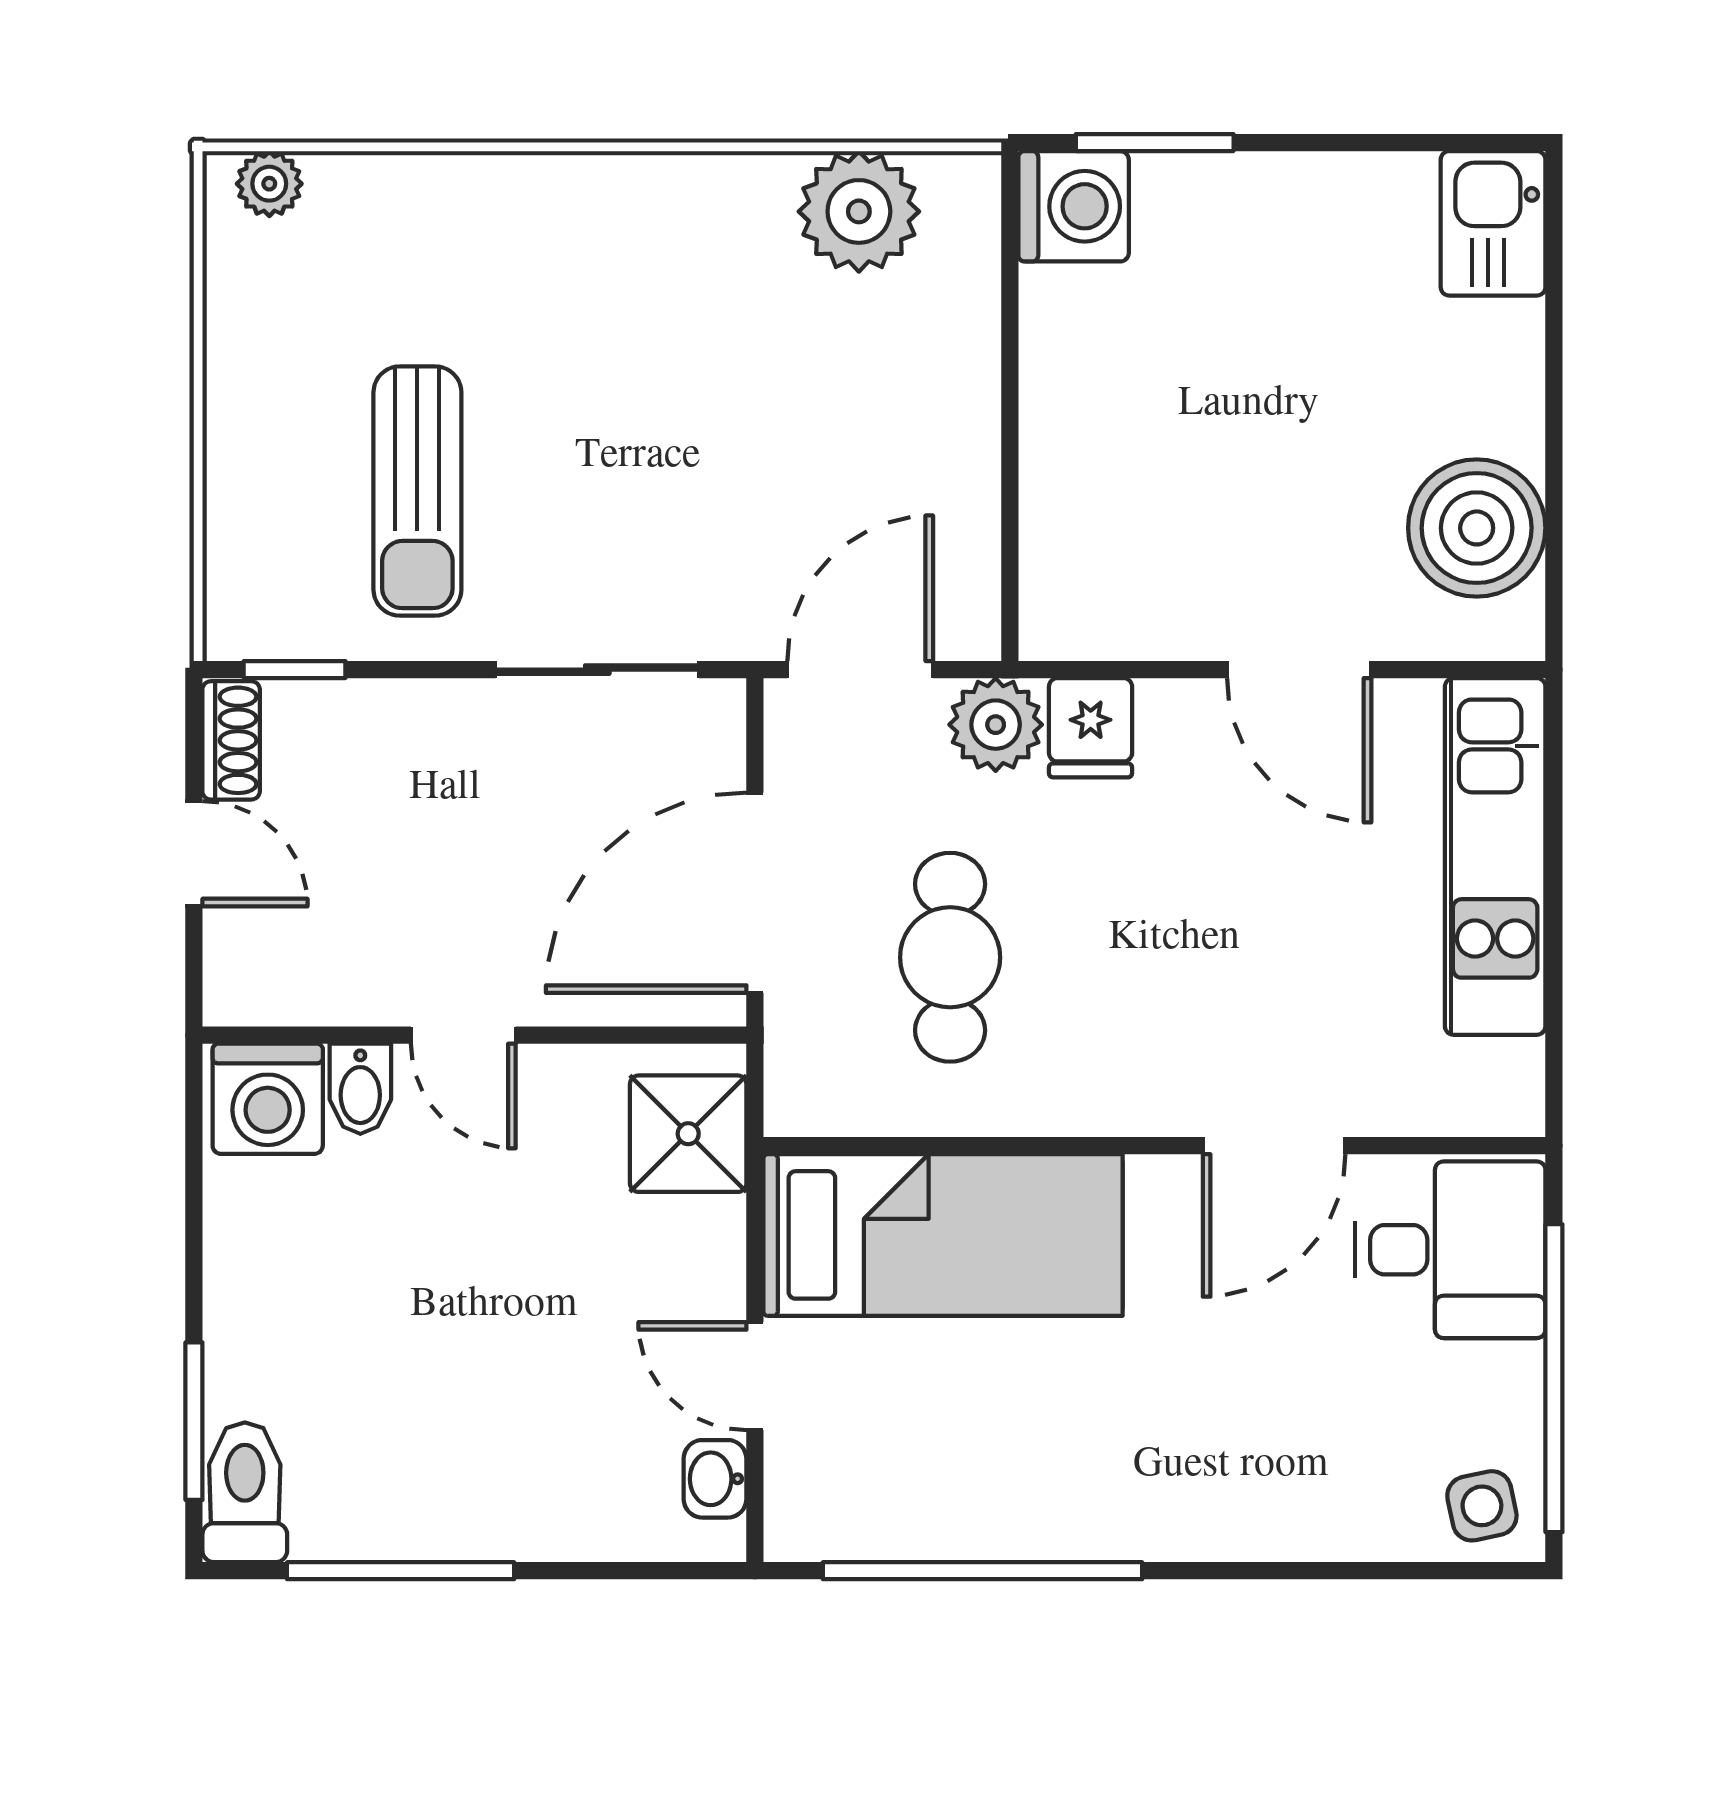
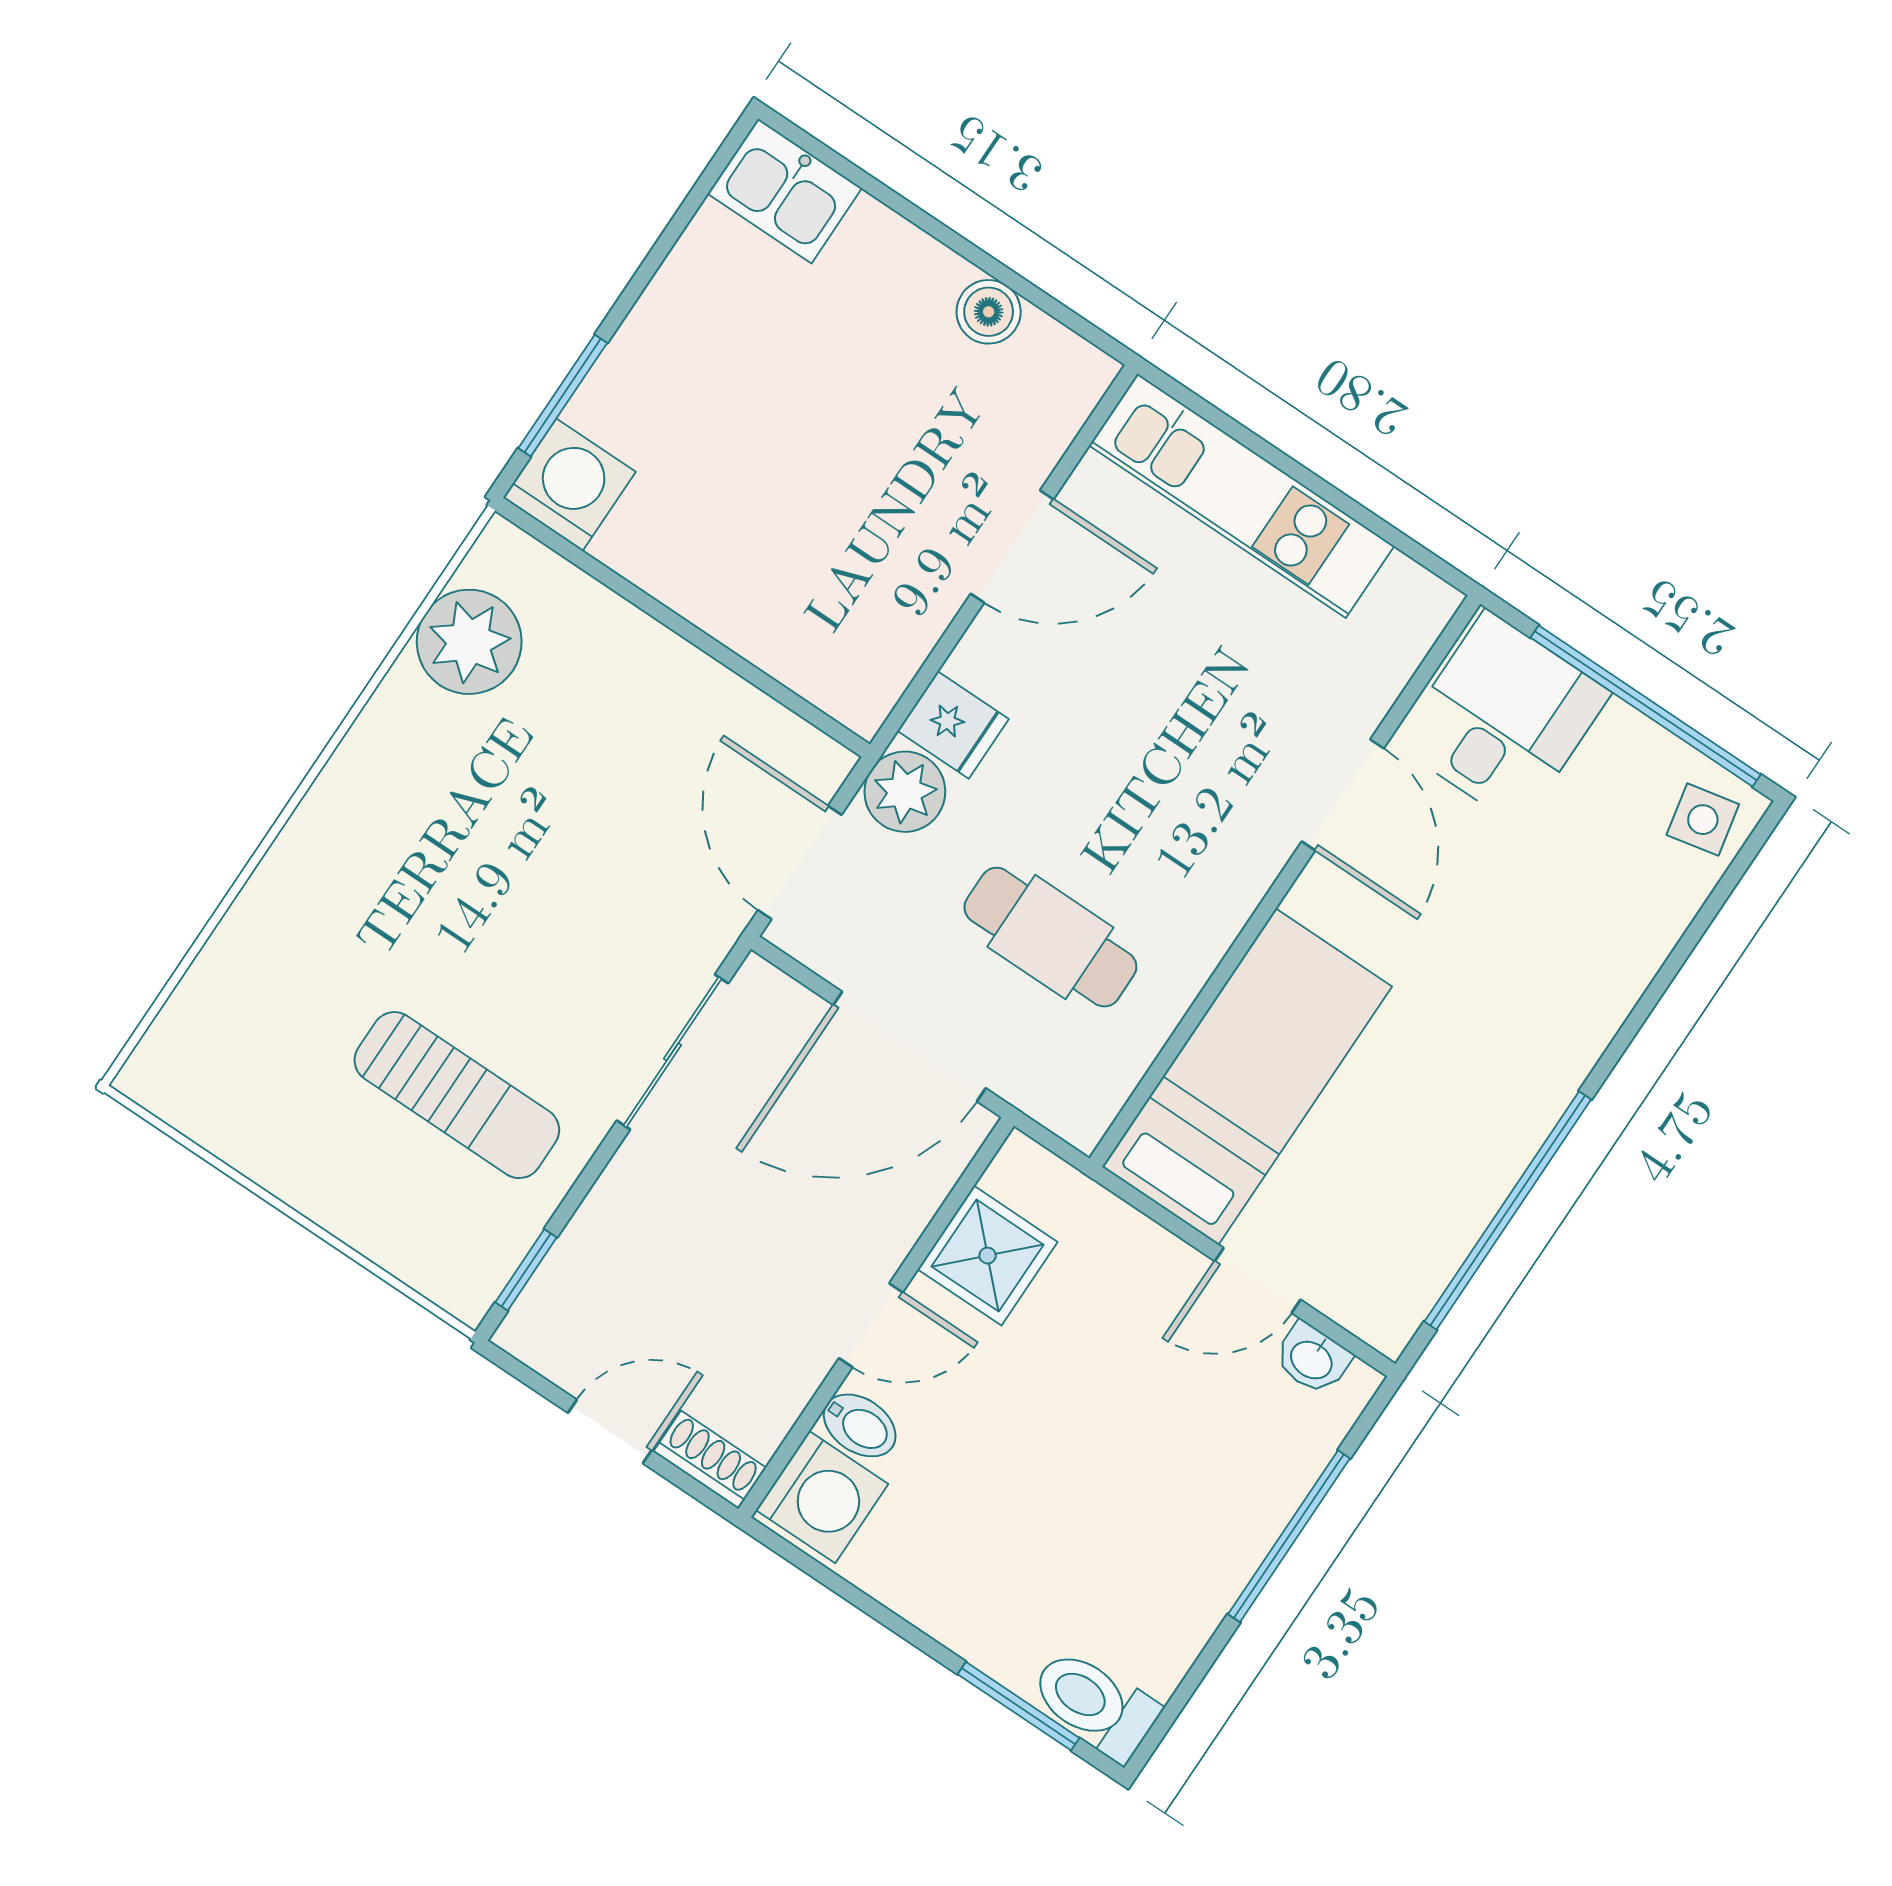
plant: (269, 184) -> (164, 1053), removed
boiler: (1477, 528) -> (989, 312), width x0.54, depth x0.54
shoe rack: (231, 740) -> (710, 1460), moved
door: (755, 893) -> (909, 1046), hinge flipped
shower: (688, 1134) -> (988, 1256), moved
window: (401, 1571) -> (1289, 1536), moved

